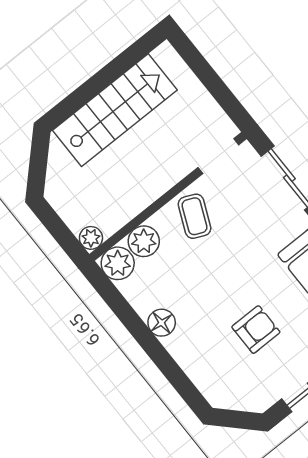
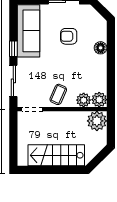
plant: (91, 238) -> (97, 121), width x1.87, depth x1.87
floor lamp: (162, 323) -> (101, 48), moved

